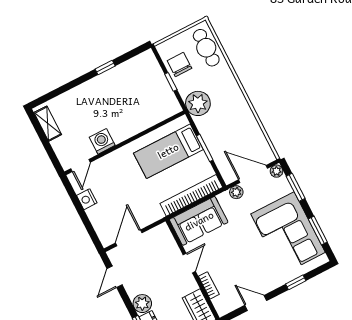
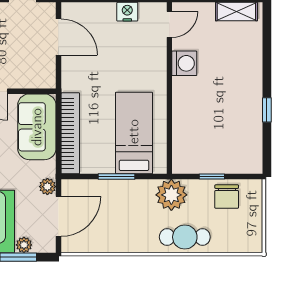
cafe table: (206, 48) -> (185, 237), moved
chair: (179, 65) -> (227, 197), turned 90
door: (81, 166) -> (169, 24), swing flipped
plant: (277, 171) -> (24, 245), moved

